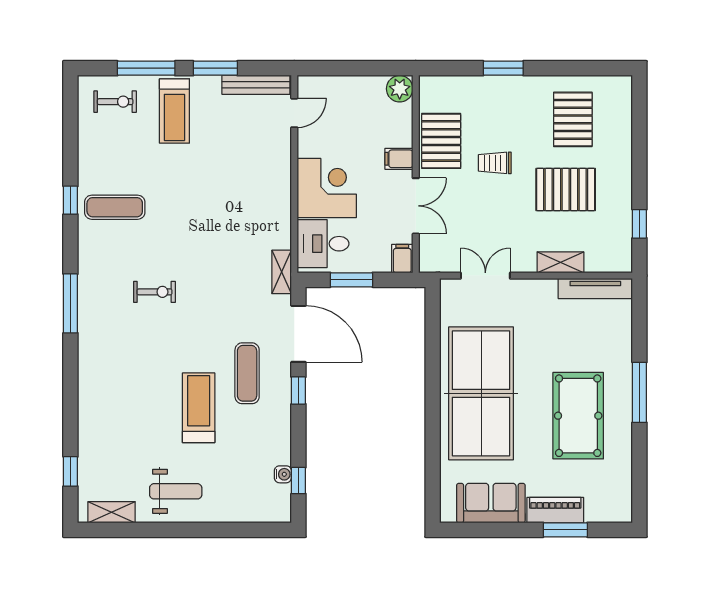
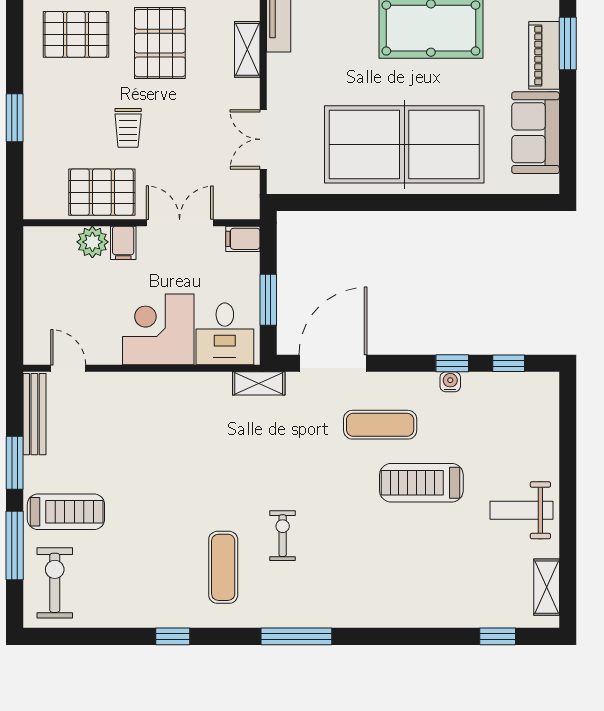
plant: (400, 89) -> (92, 242), moved
exercise bike: (115, 102) -> (55, 583), width x1.38, depth x1.39
exercise mat: (115, 207) -> (223, 567), moved
window: (298, 391) -> (452, 363), moved
water cooler: (283, 474) -> (450, 382), moved
weight bench: (176, 491) -> (522, 510), turned -90

